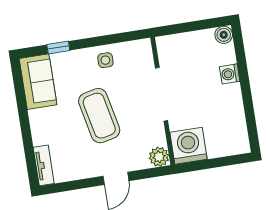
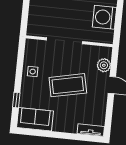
washing machine: (188, 146) -> (104, 17), moved
plant: (159, 157) -> (104, 65), moved

